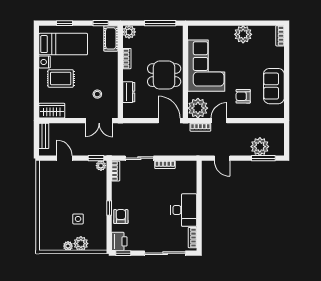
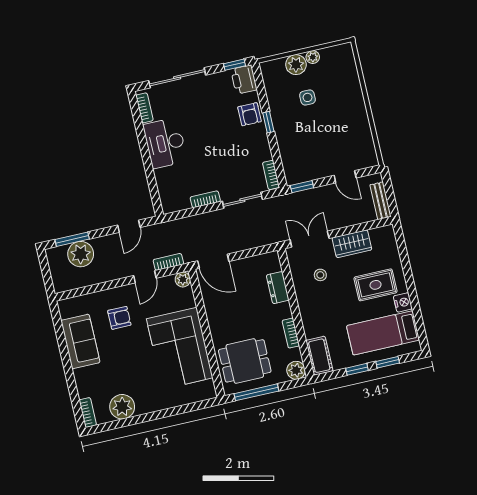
window: (101, 23) -> (357, 369), moved
plant: (243, 34) -> (122, 407), moved
dining table: (164, 75) -> (245, 361), moved
plant: (198, 108) -> (183, 279), width x0.53, depth x0.53
wardrobe: (52, 111) -> (352, 244), moved
door: (222, 158) -> (129, 226), swing flipped
plant: (101, 166) -> (293, 178), removed

